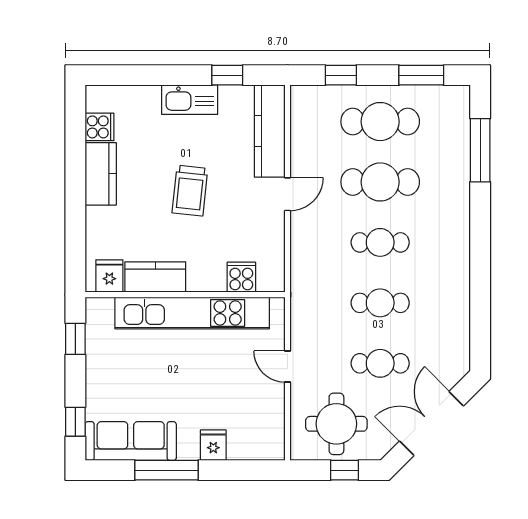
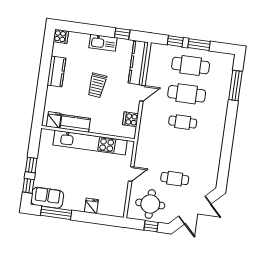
window: (421, 75) -> (199, 45), moved
cooker: (100, 127) -> (61, 36), moved
cooker: (241, 277) -> (131, 119), moved, turned -90
cafe table: (380, 303) -> (179, 150), removed
window: (75, 339) -> (31, 165), moved
door: (287, 367) -> (131, 174), swing flipped
double door: (432, 423) -> (195, 210), swing flipped
sofa: (131, 441) -> (47, 198), width x0.73
window: (167, 470) -> (56, 213), moved

